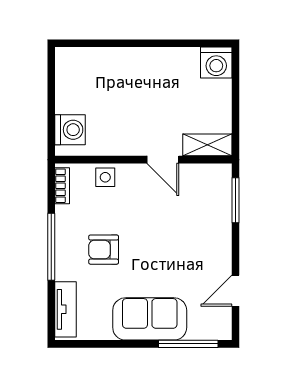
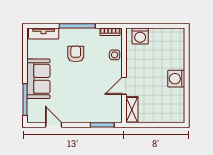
washing machine: (216, 63) -> (176, 79), moved

